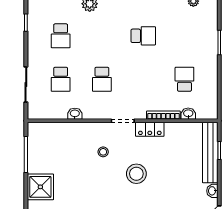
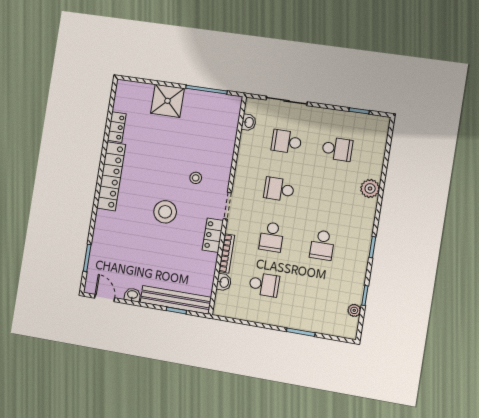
school desk: (61, 36) -> (337, 149), turned 180
school desk: (143, 79) -> (272, 237), added
washbasin: (75, 114) -> (249, 122), moved

